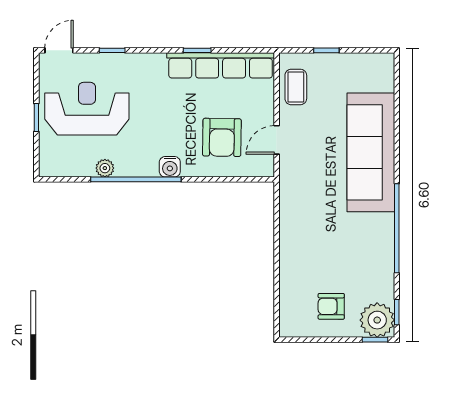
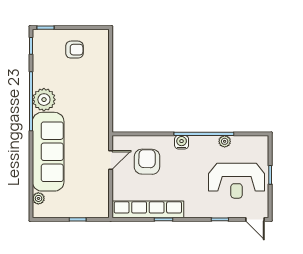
door: (59, 50) -> (255, 219), hinge flipped
plant: (385, 82) -> (38, 198), added
coffee table: (296, 87) -> (98, 195), removed
plant: (377, 320) -> (44, 100), moved

